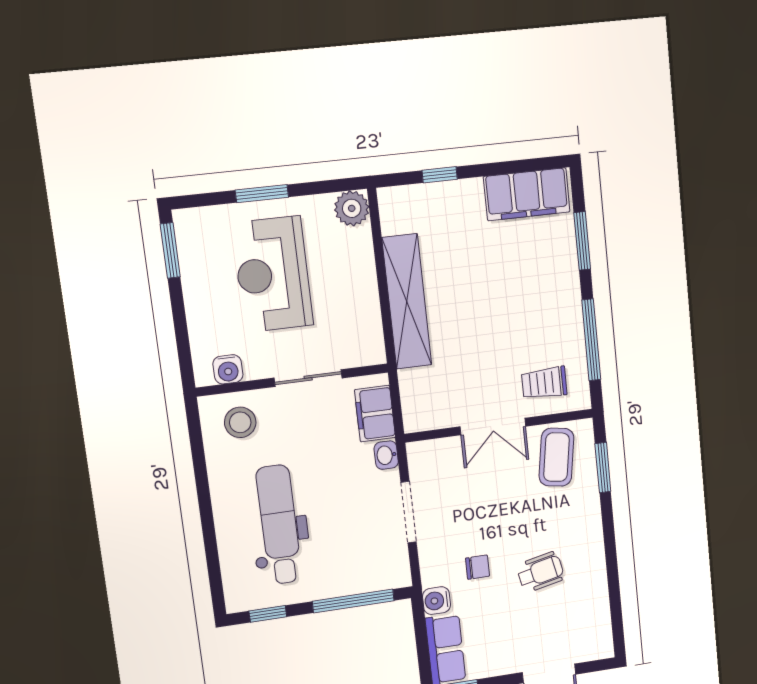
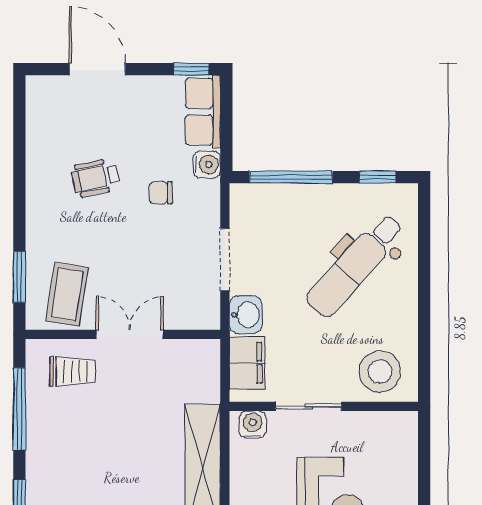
water cooler: (228, 369) -> (253, 425), moved
stool: (240, 422) -> (380, 372), width x1.38, depth x1.38
washbasin: (386, 455) -> (246, 315), width x1.38, depth x1.45
dental chair: (279, 525) -> (355, 265), turned 42

